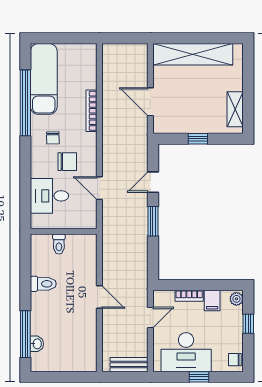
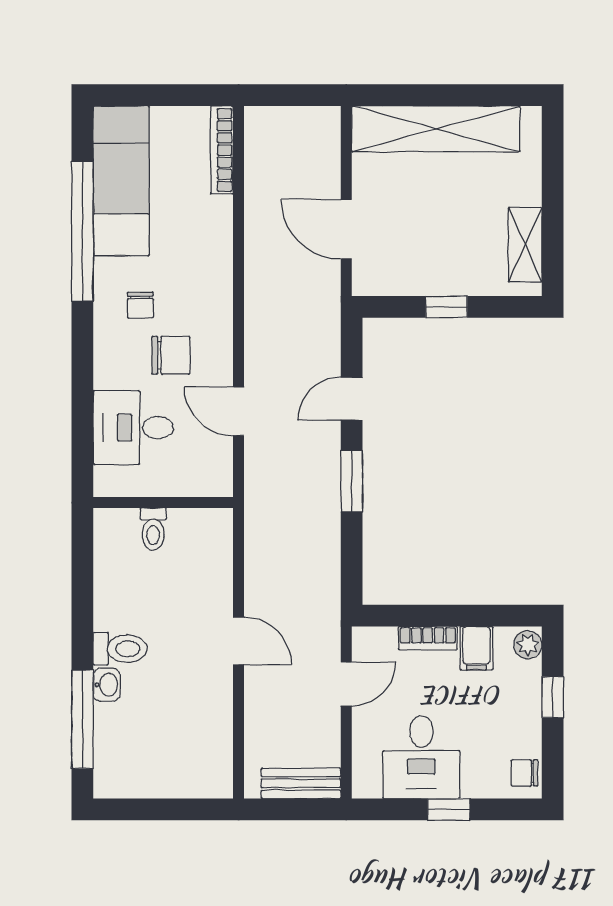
bookcase: (91, 111) -> (222, 150), moved
toilet: (43, 284) -> (120, 649), moved
washbasin: (37, 344) -> (107, 685), moved
desk: (186, 352) -> (421, 757), width x0.73

